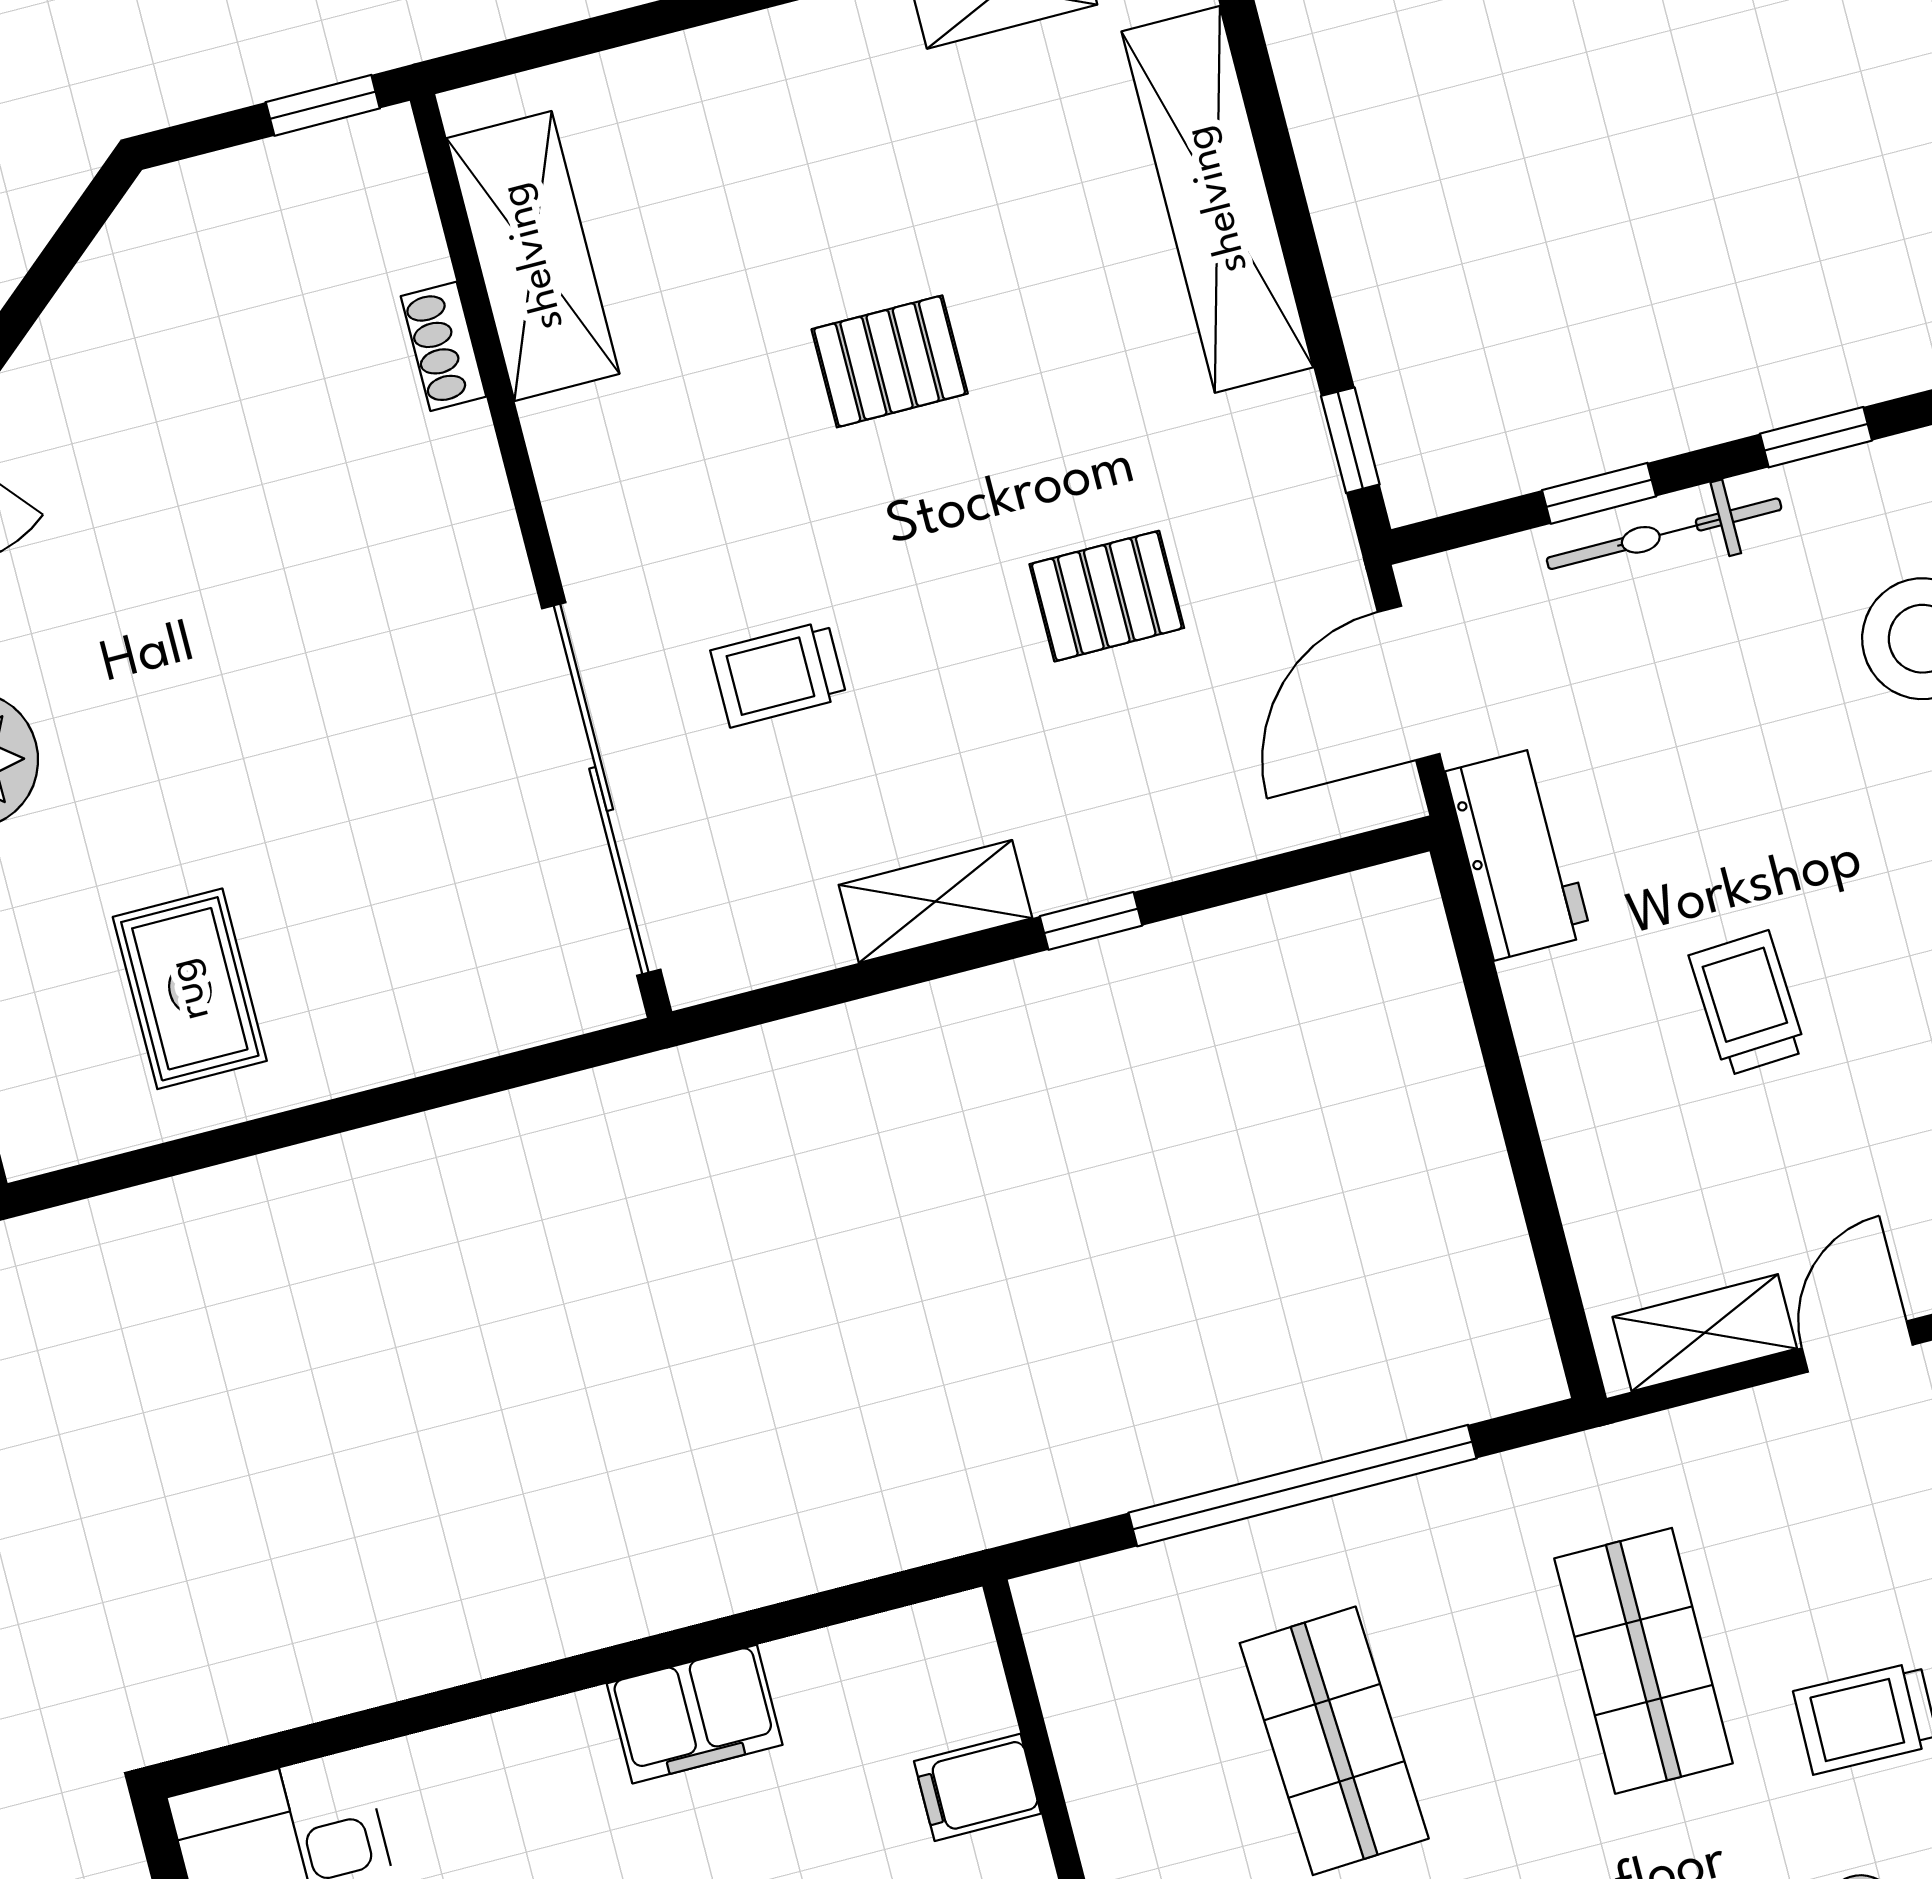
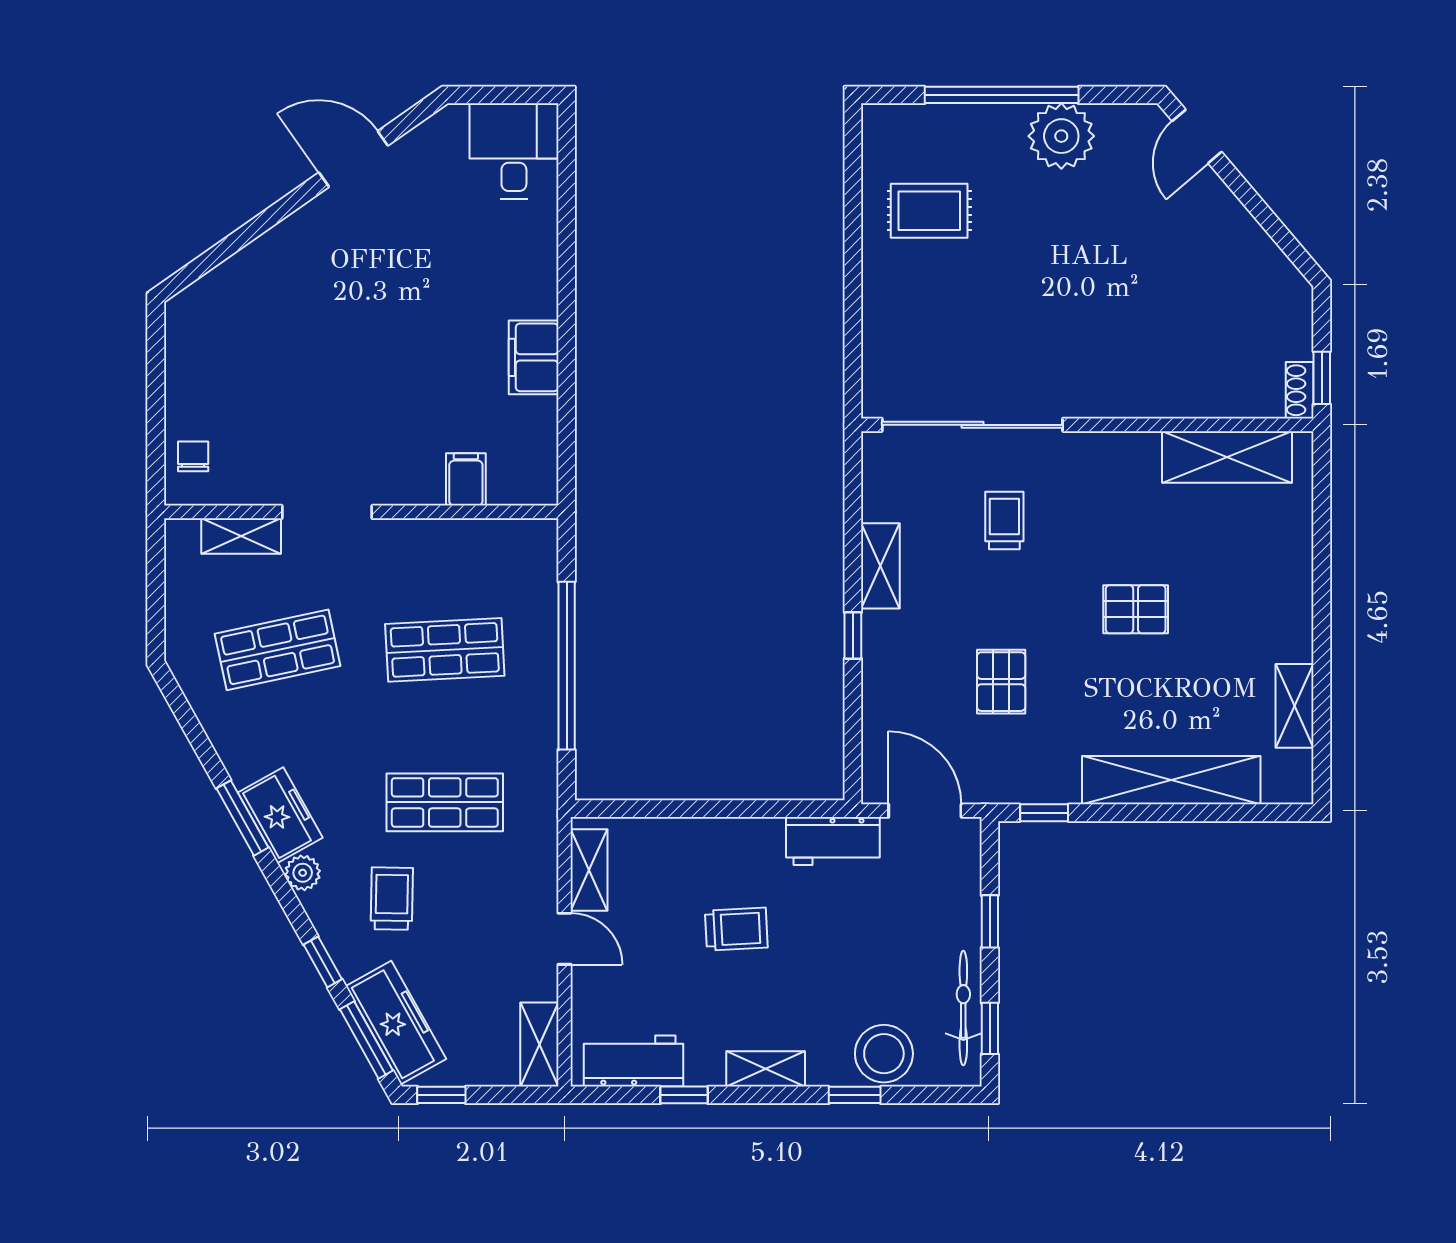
shoe rack: (443, 346) -> (1300, 390), moved, turned -90
pallet: (890, 361) -> (1136, 609), turned 90
bicycle: (1664, 534) -> (963, 1008), moved

